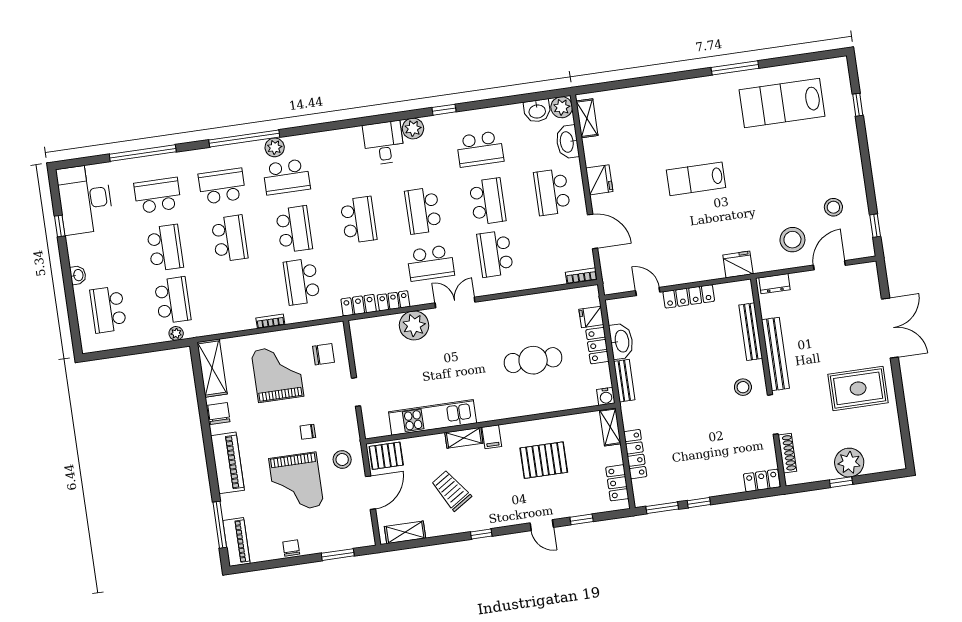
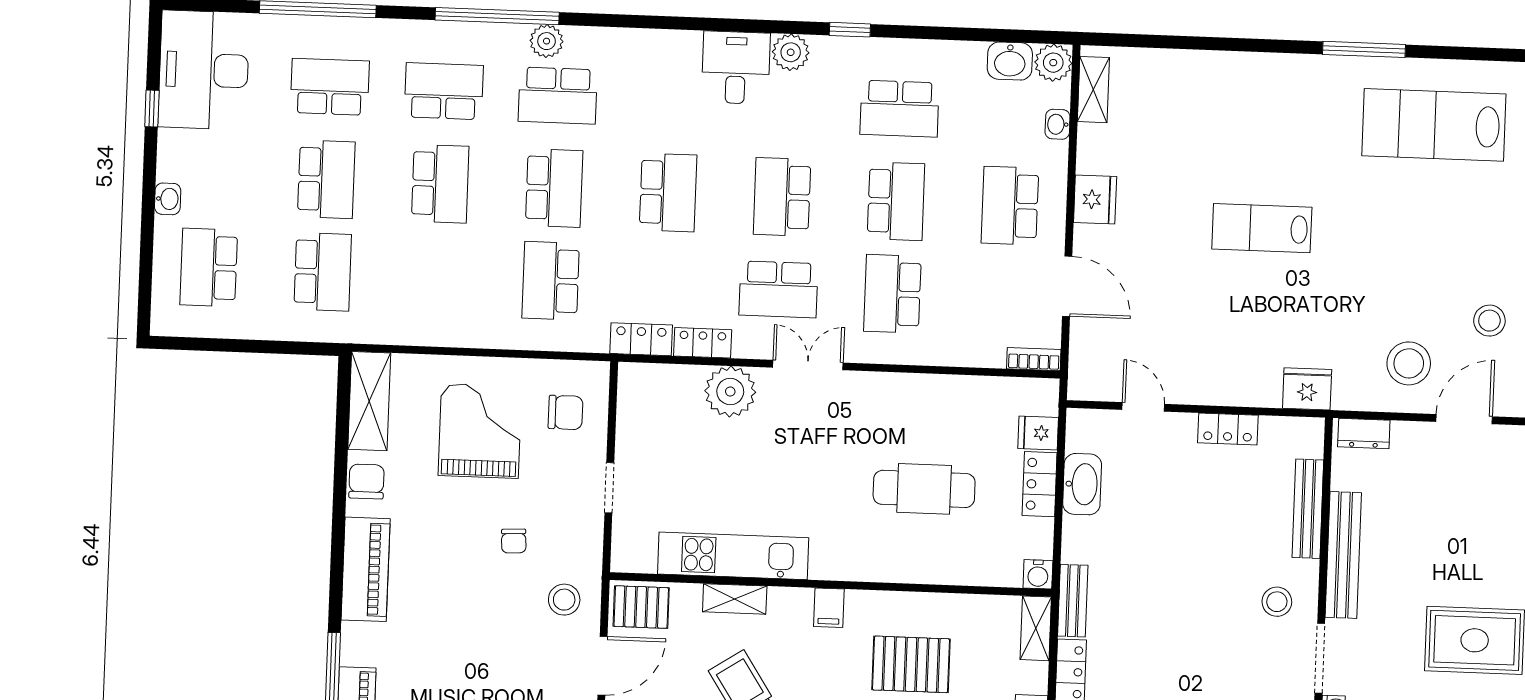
washbasin: (567, 142) -> (1058, 124), width x0.52, depth x0.69
locker: (689, 296) -> (1228, 429), width x0.66
bookcase: (270, 321) -> (484, 339), removed
plant: (176, 333) -> (318, 330), removed
bench: (624, 381) -> (1073, 601), moved
chair: (308, 432) -> (514, 541), turned -93
shelving: (464, 438) -> (735, 599), moved
grand piano: (296, 482) -> (478, 624), removed

